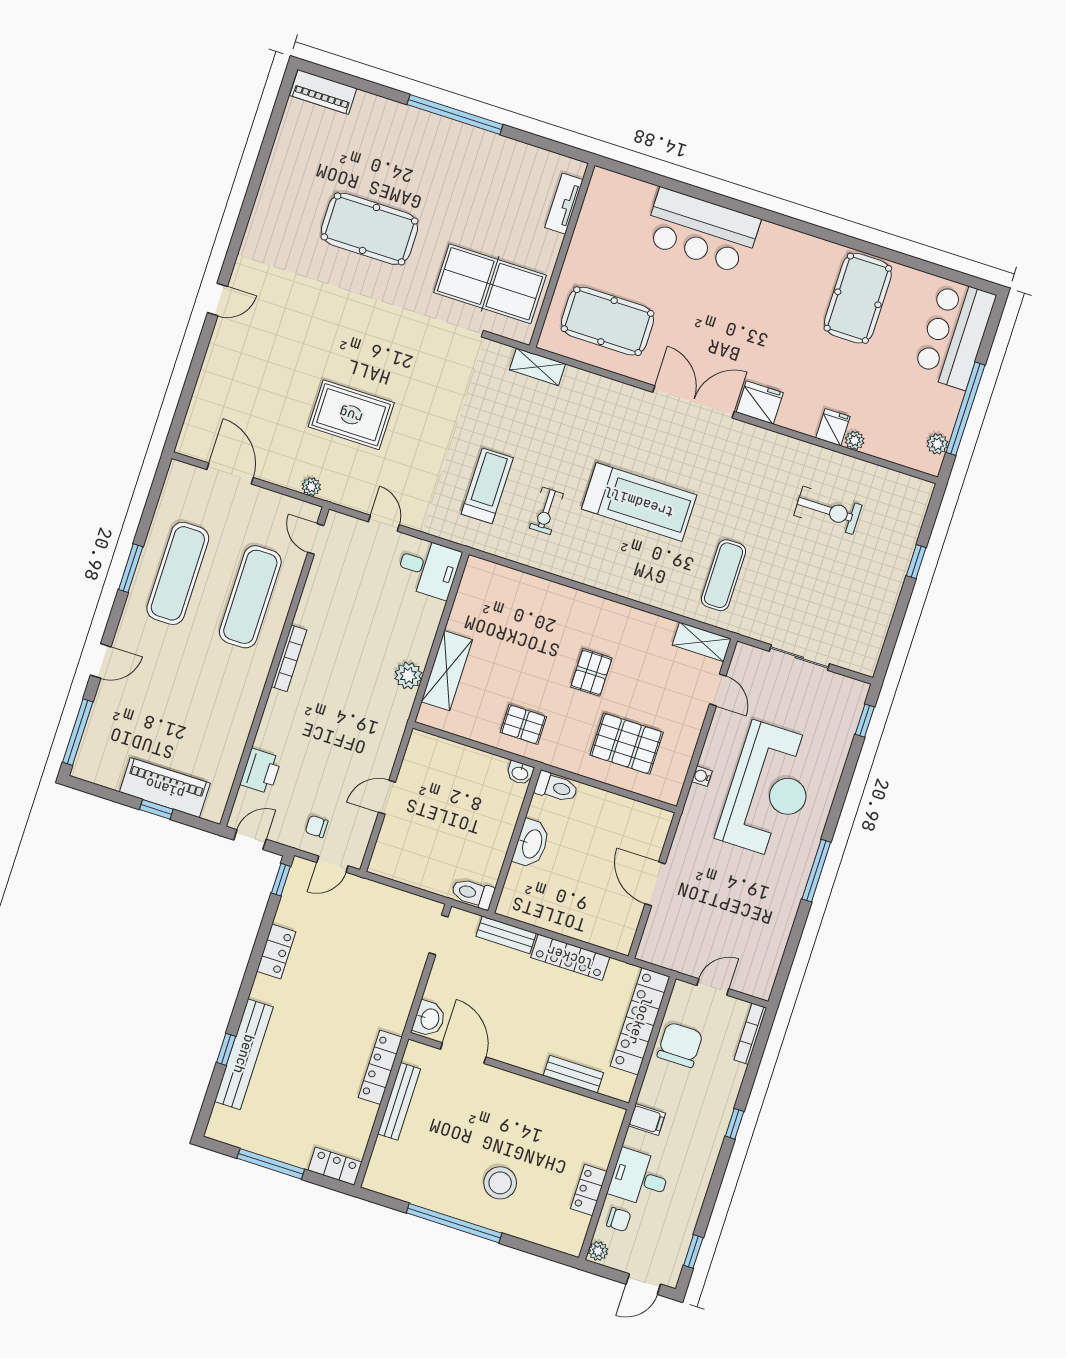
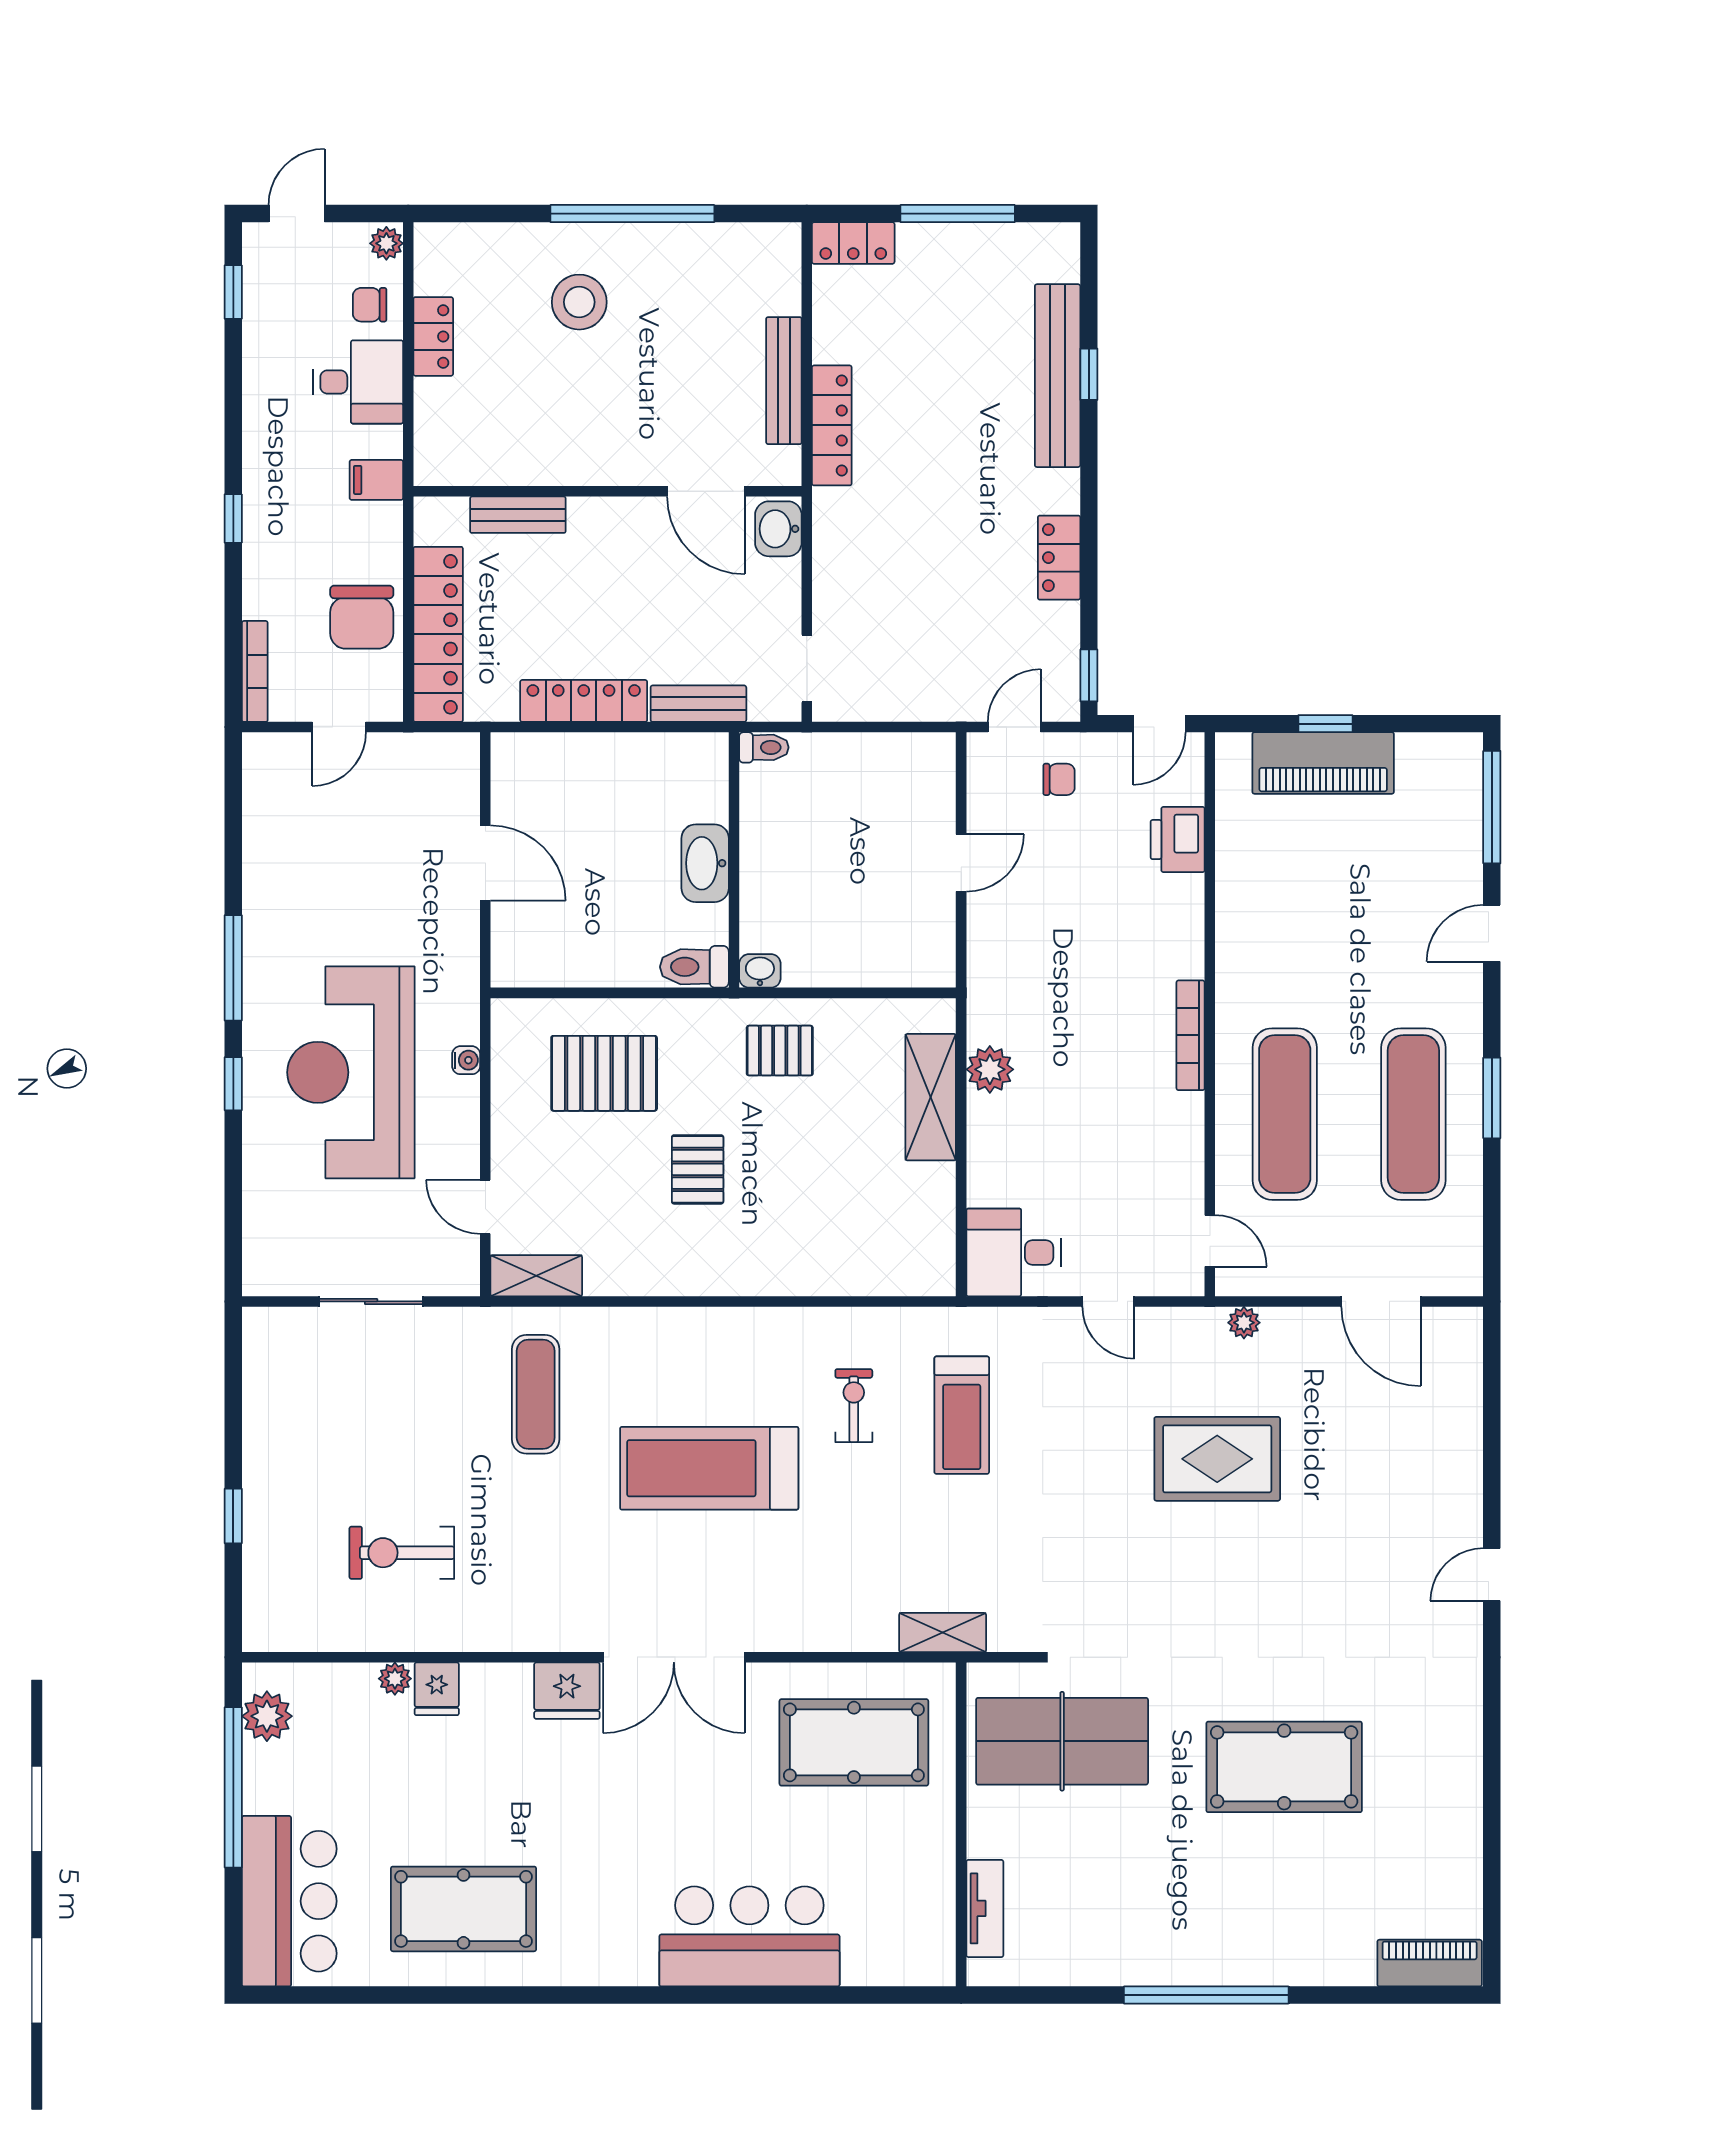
pool table: (858, 298) -> (464, 1909), turned 90
plant: (937, 444) -> (267, 1716), width x1.38, depth x1.38
window: (865, 721) -> (233, 1084), moved
toilet: (473, 893) -> (764, 747), width x0.73, depth x0.72

